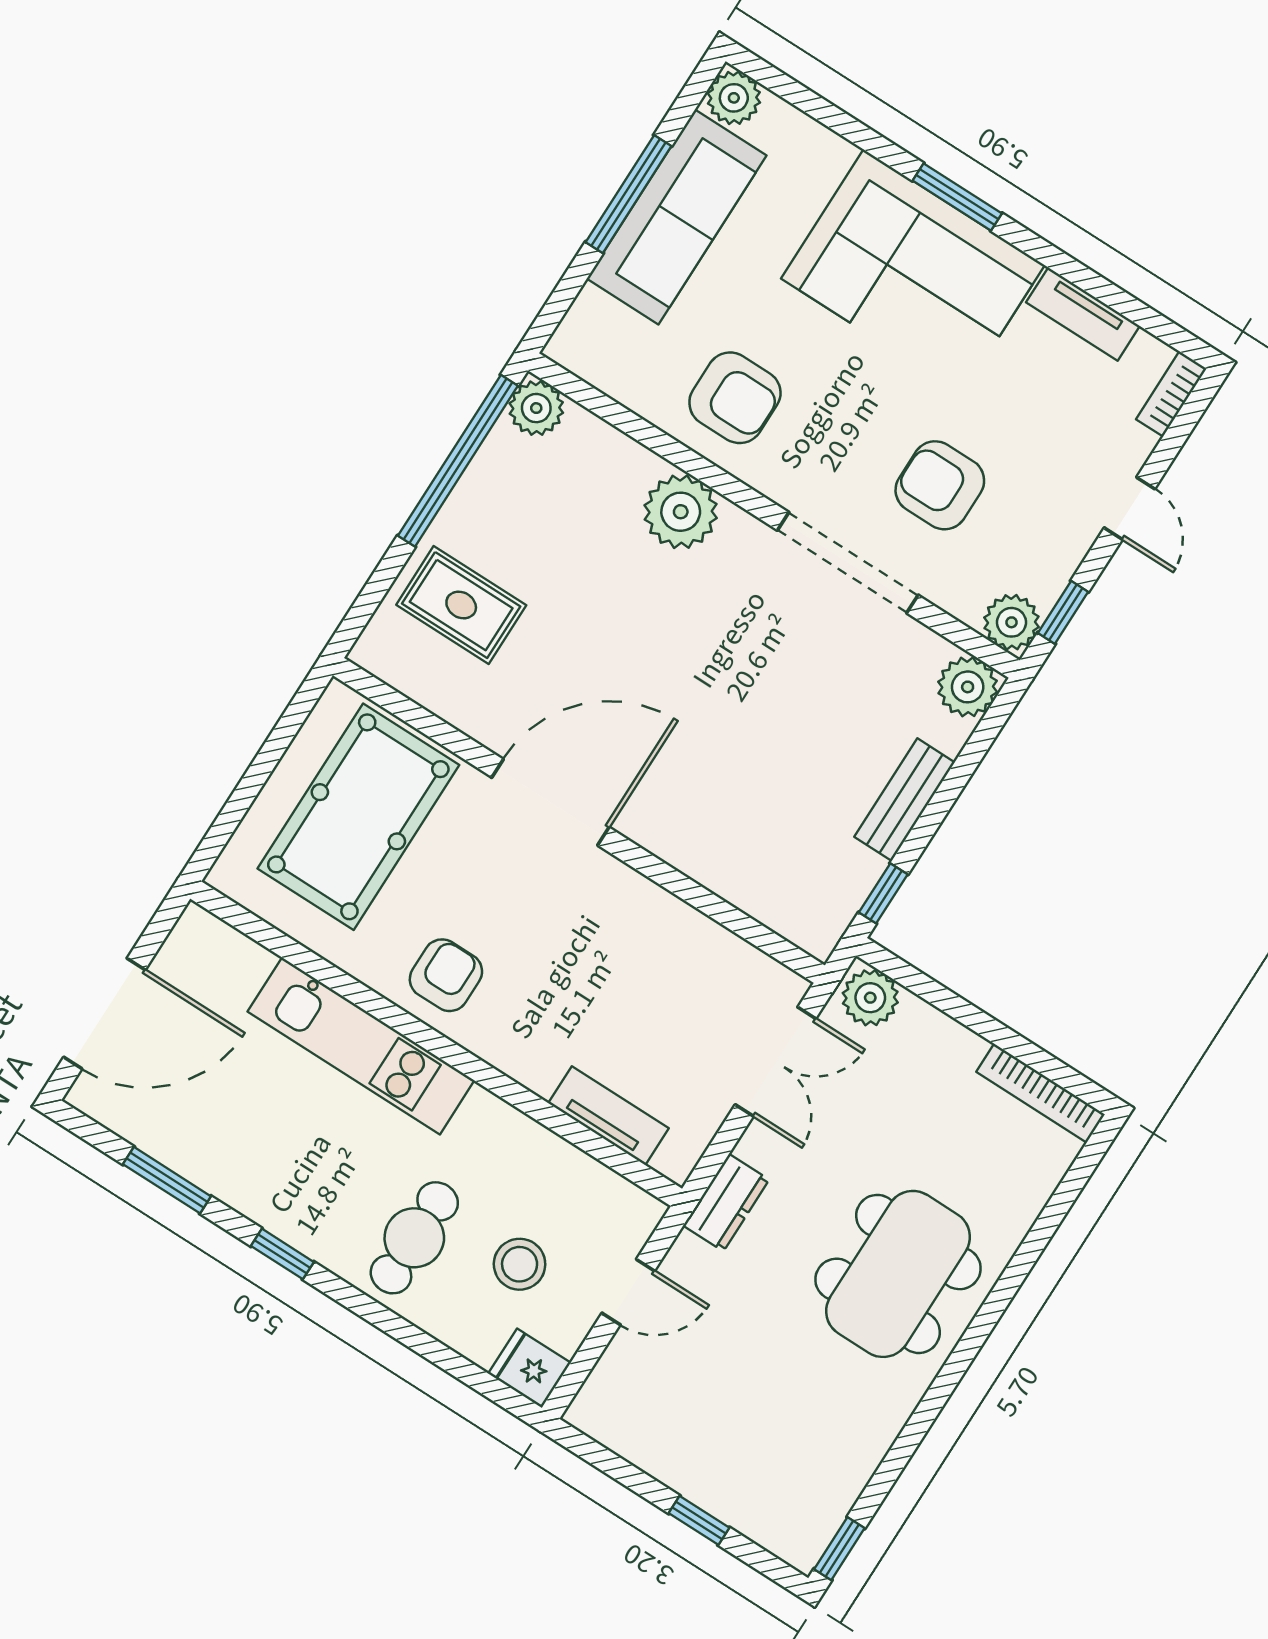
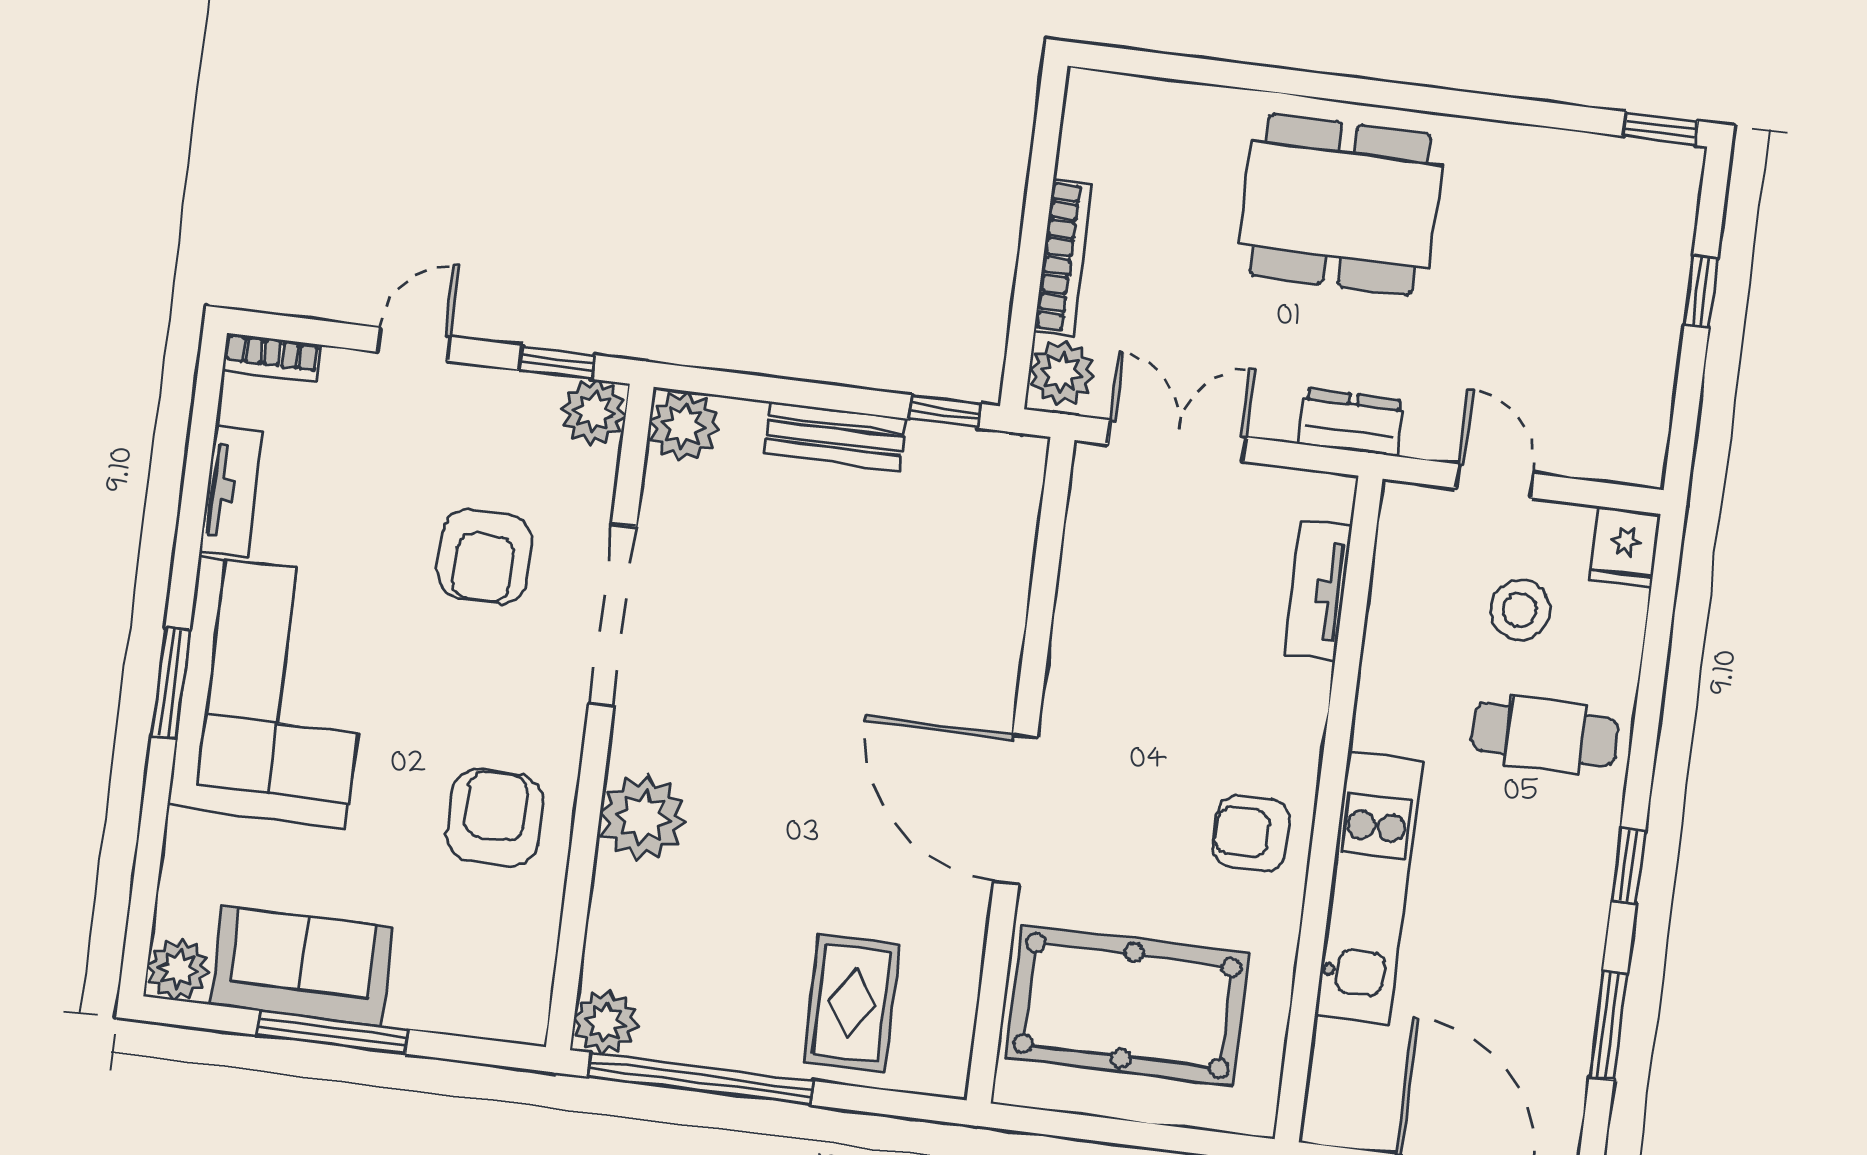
sofa: (677, 217) -> (302, 966), width x0.73
bookcase: (1041, 1093) -> (1063, 257), moved

